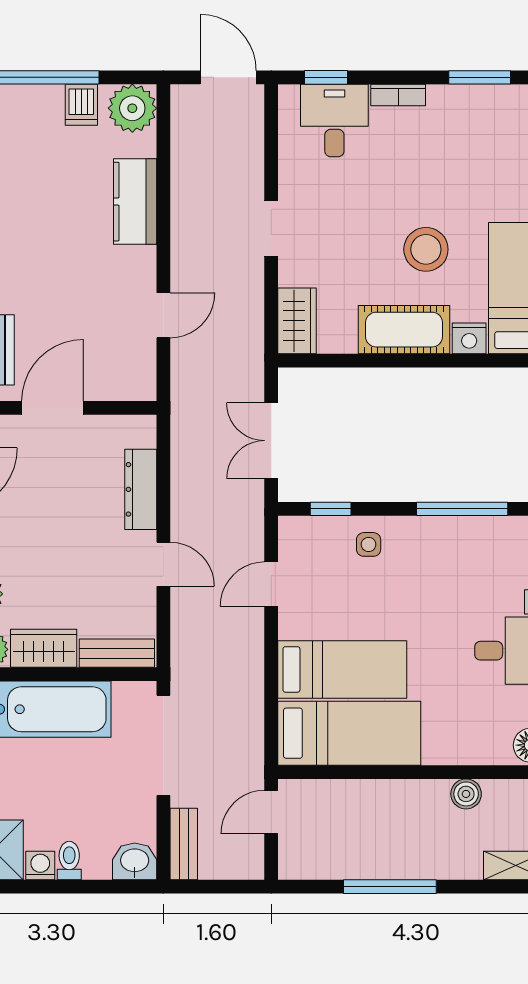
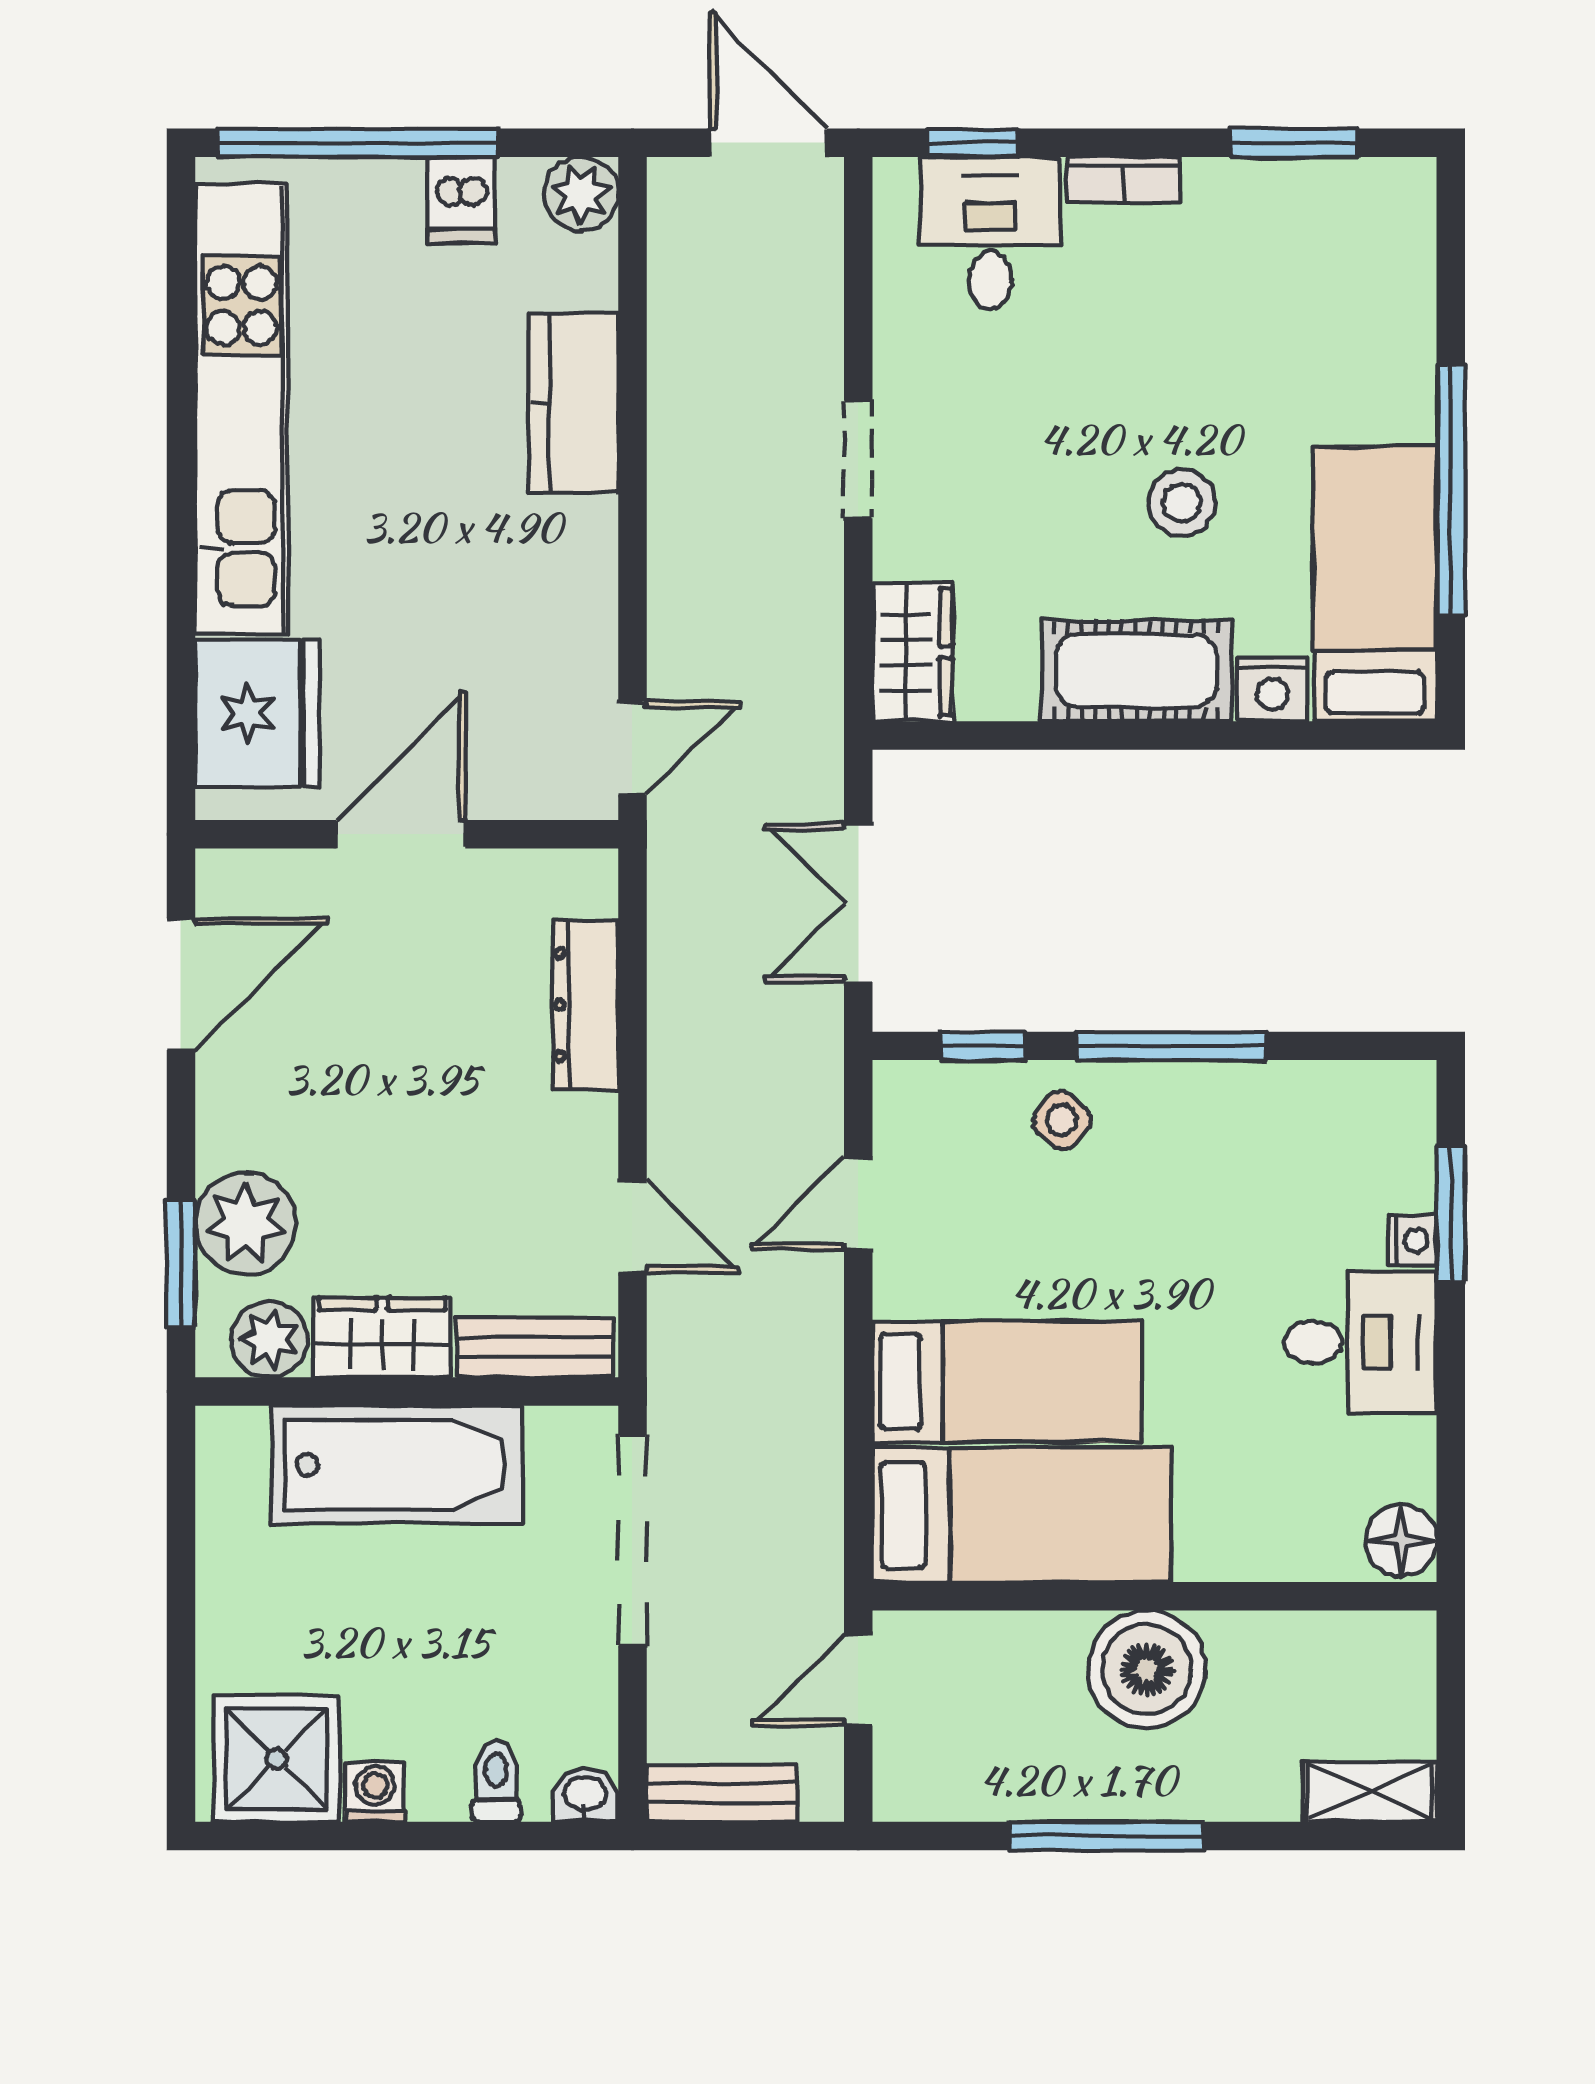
plant: (132, 108) -> (581, 194), width x0.73, depth x0.73
stool: (426, 249) -> (1182, 503), width x0.73, depth x0.73
door: (163, 315) -> (632, 748), moved
window: (462, 509) -> (1171, 1046), moved
side table: (369, 544) -> (1062, 1120), turned 38
door: (163, 564) -> (632, 1227), moved
boiler: (466, 794) -> (1147, 1669), moved, width x1.86, depth x1.86
bench: (184, 844) -> (722, 1793), moved, turned 90
toilet: (69, 861) -> (496, 1781), moved
washbasin: (135, 861) -> (585, 1795), width x0.72, depth x0.69

